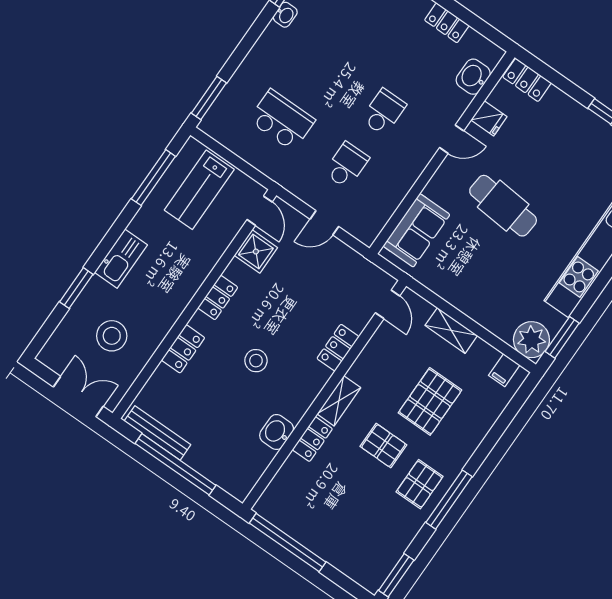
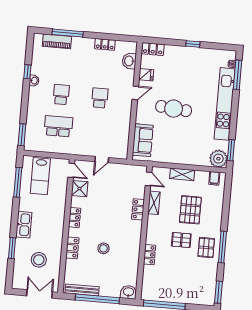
school desk: (347, 165) -> (61, 95), moved
stool: (256, 361) -> (103, 248), moved
shelving: (339, 401) -> (154, 203), moved
washbasin: (277, 432) -> (129, 292), moved, turned 90

